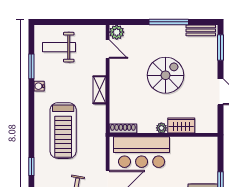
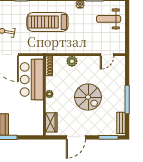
plant: (117, 32) -> (72, 61), moved
weight bench: (59, 47) -> (109, 19), turned -90
shelving: (100, 90) -> (77, 49), removed
wardrobe: (181, 125) -> (51, 122), moved

